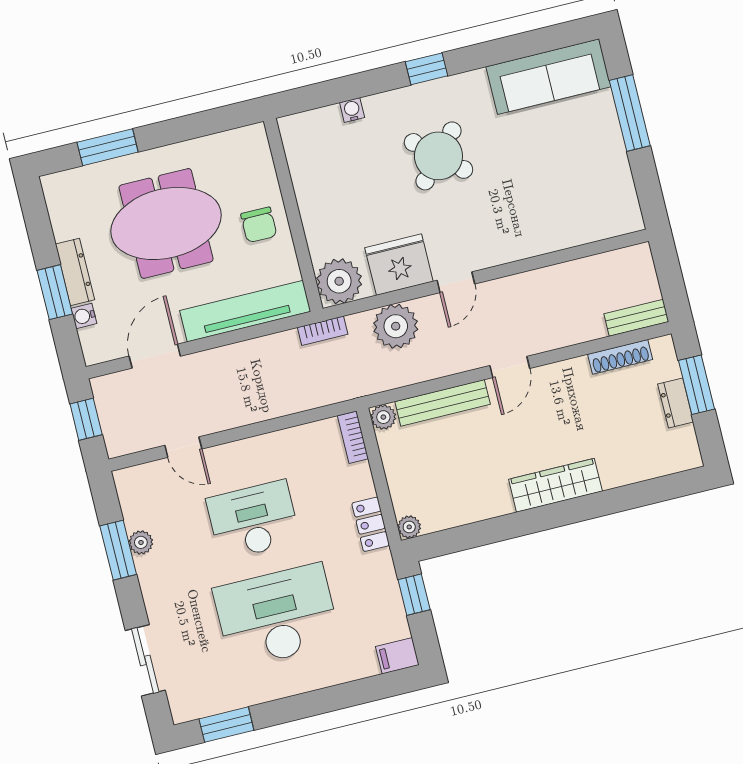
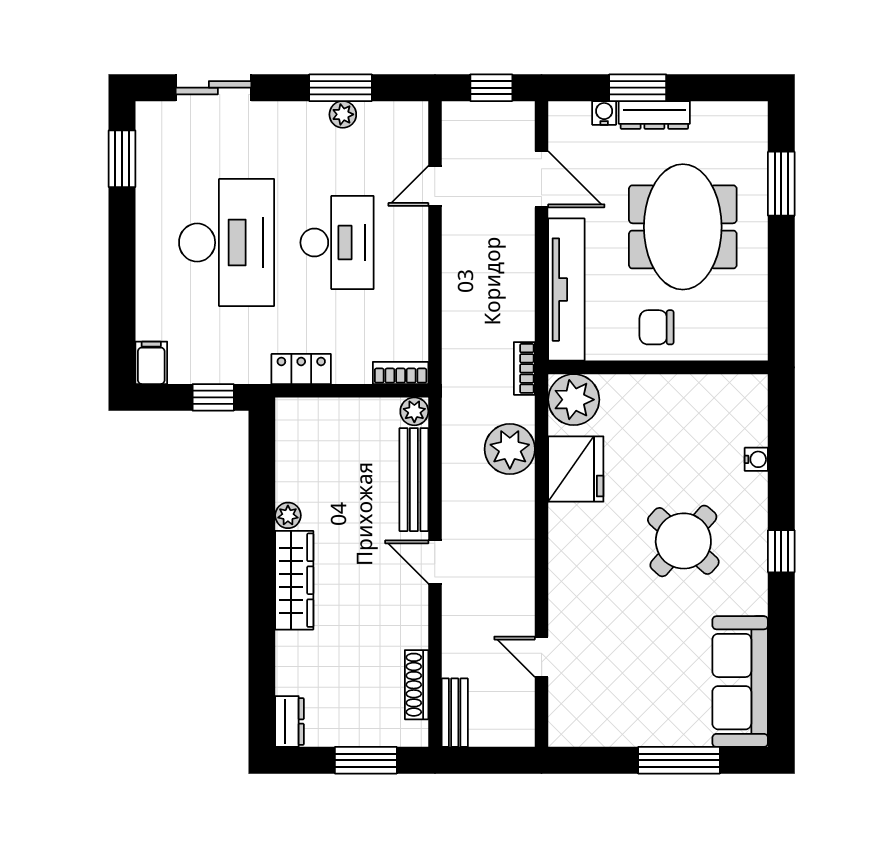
door: (456, 282) -> (542, 657), moved
dresser: (676, 403) -> (289, 722), moved, turned 90
plant: (409, 527) -> (288, 515), moved

